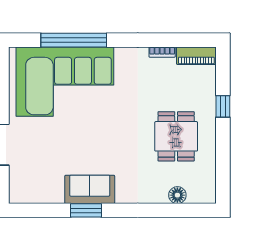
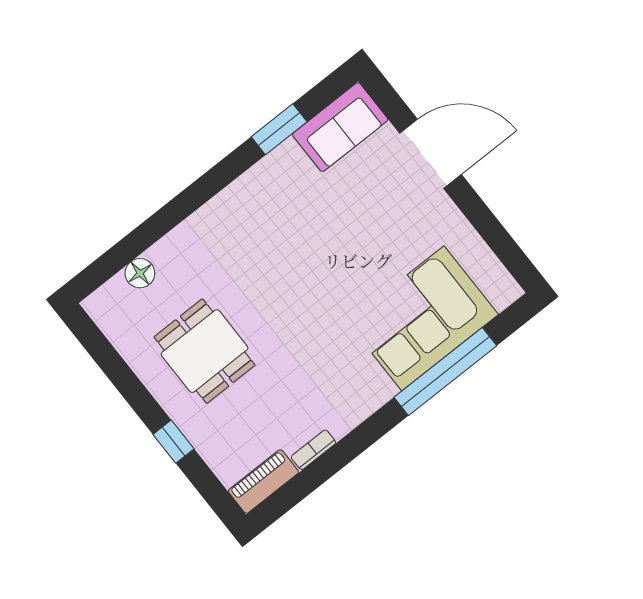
corner sofa: (65, 82) -> (423, 318), width x0.73, depth x0.74
sofa: (90, 189) -> (340, 127), moved
window: (86, 210) -> (279, 129), moved

